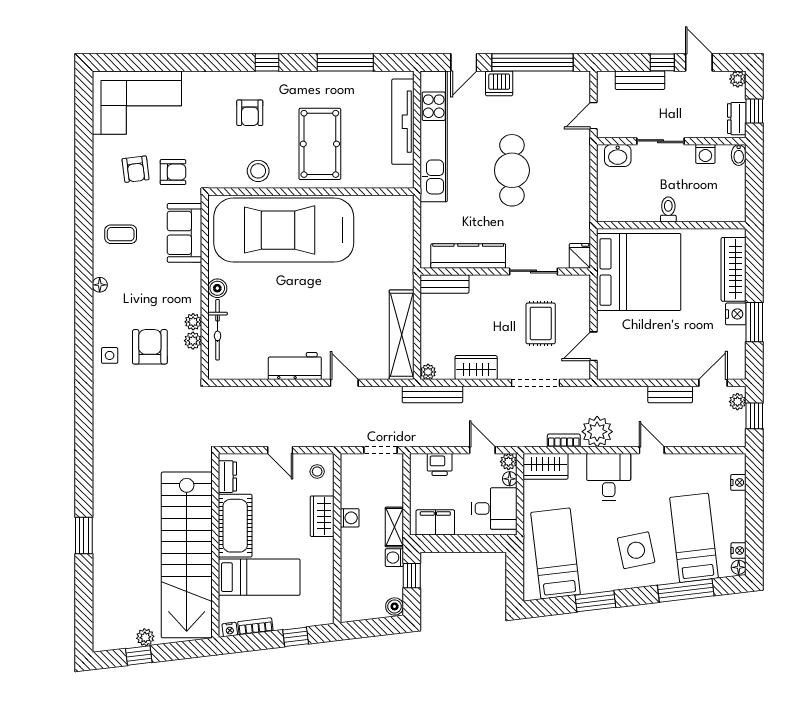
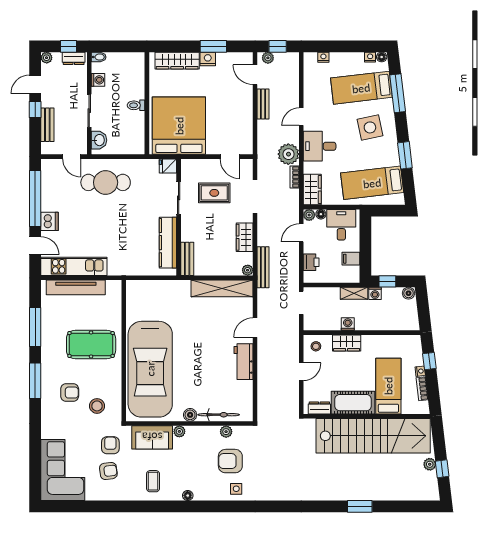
window: (267, 62) -> (35, 381), width x2.17
kitchen unit: (434, 136) -> (74, 266), width x0.73
cafe table: (512, 170) -> (106, 182), moved
stool: (258, 171) -> (97, 406), moved
plant: (193, 322) -> (179, 431), moved
filing cabinet: (435, 522) -> (351, 259), width x0.50
nightstand: (230, 629) -> (420, 371), moved

